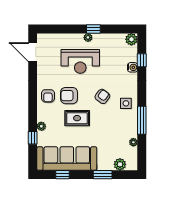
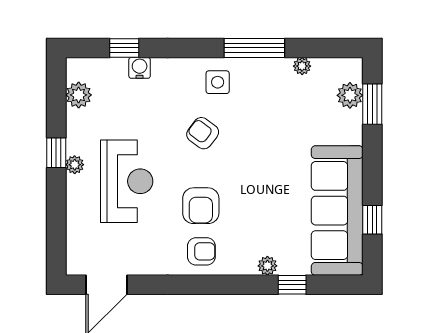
plant: (131, 39) -> (79, 95), moved
rug: (77, 118) -> (250, 188), removed
window: (103, 175) -> (372, 104), moved

